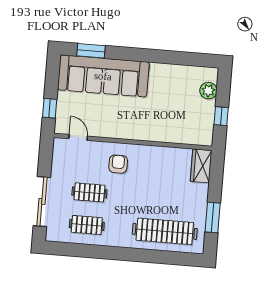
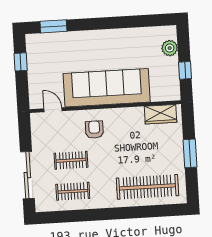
sofa: (103, 76) -> (107, 88), moved, turned 180
window: (50, 108) -> (21, 62), moved
wardrobe: (201, 166) -> (161, 114), moved, turned -90
window: (213, 218) -> (190, 153), moved

